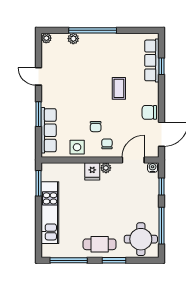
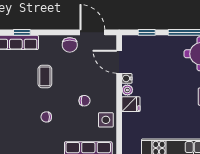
coffee table: (119, 88) -> (45, 76), turned 90
chair: (107, 144) -> (46, 117), moved
water cooler: (153, 167) -> (127, 78), moved

